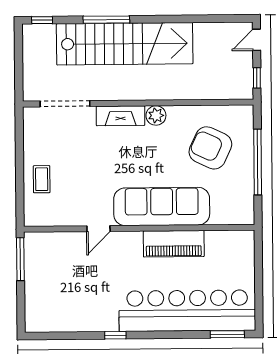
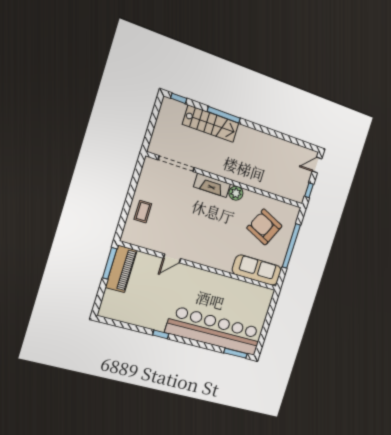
stairs: (125, 44) -> (211, 124), width x0.54, depth x0.66
sofa: (162, 206) -> (257, 270), moved, width x0.74, depth x0.79
piano: (174, 244) -> (121, 269), moved, turned -90

